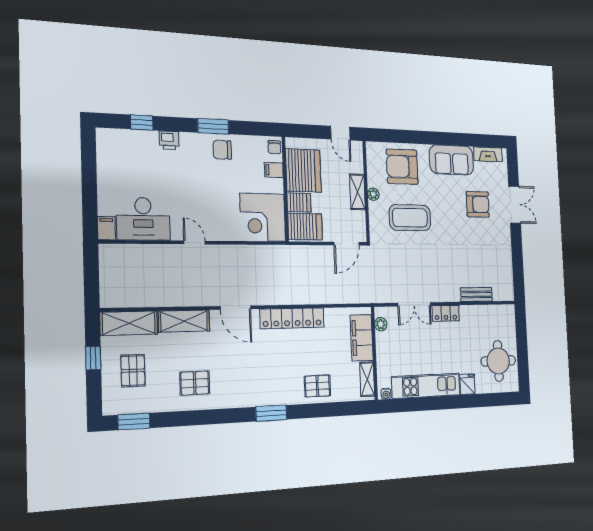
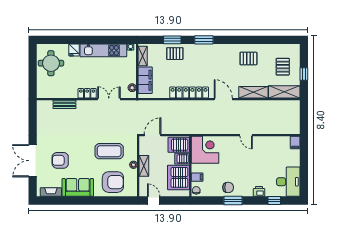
double door: (515, 205) -> (33, 161), width x1.37
desk: (143, 219) -> (288, 182), moved, turned 90
window: (134, 422) -> (172, 40), moved

